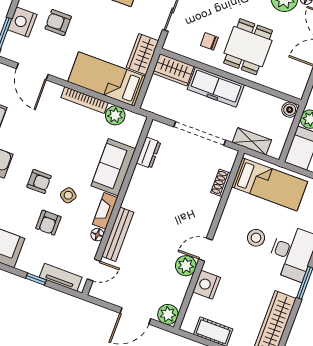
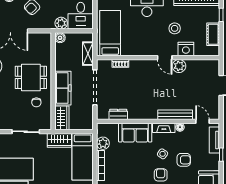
stool: (256, 238) -> (175, 28), moved
plant: (168, 314) -> (213, 66), removed

